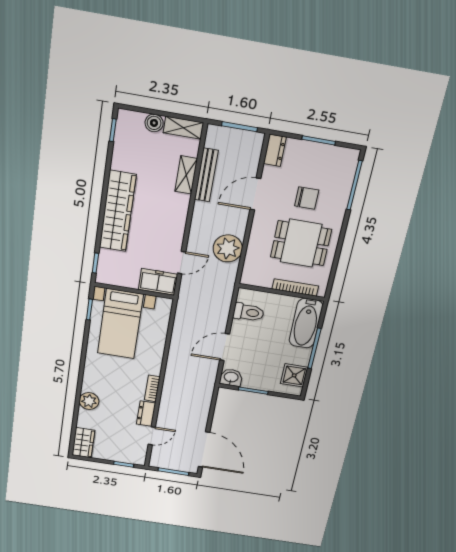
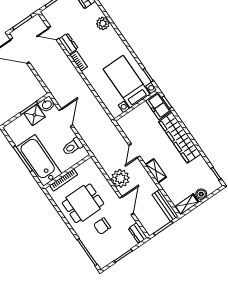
shelving: (186, 175) -> (156, 171), moved
bench: (206, 175) -> (165, 205), moved
plant: (228, 248) -> (120, 178), moved
door: (182, 263) -> (134, 151), moved
freezer: (158, 282) -> (159, 106), moved, turned 90
bathtub: (306, 323) -> (39, 160), width x1.36, depth x1.36
shower: (294, 375) -> (35, 115), moved
door: (152, 436) -> (53, 33), hinge flipped

